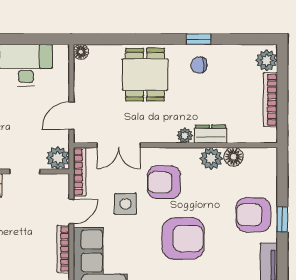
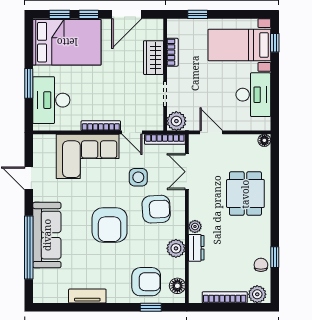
window: (199, 39) -> (275, 257), moved
chair: (199, 65) -> (261, 265), moved
dining table: (145, 75) -> (245, 194), turned 90
floor lamp: (234, 157) -> (177, 286), moved
armchair: (164, 182) -> (156, 209), turned 87
armchair: (253, 215) -> (146, 282), moved, turned 90
window: (282, 219) -> (151, 307), moved

